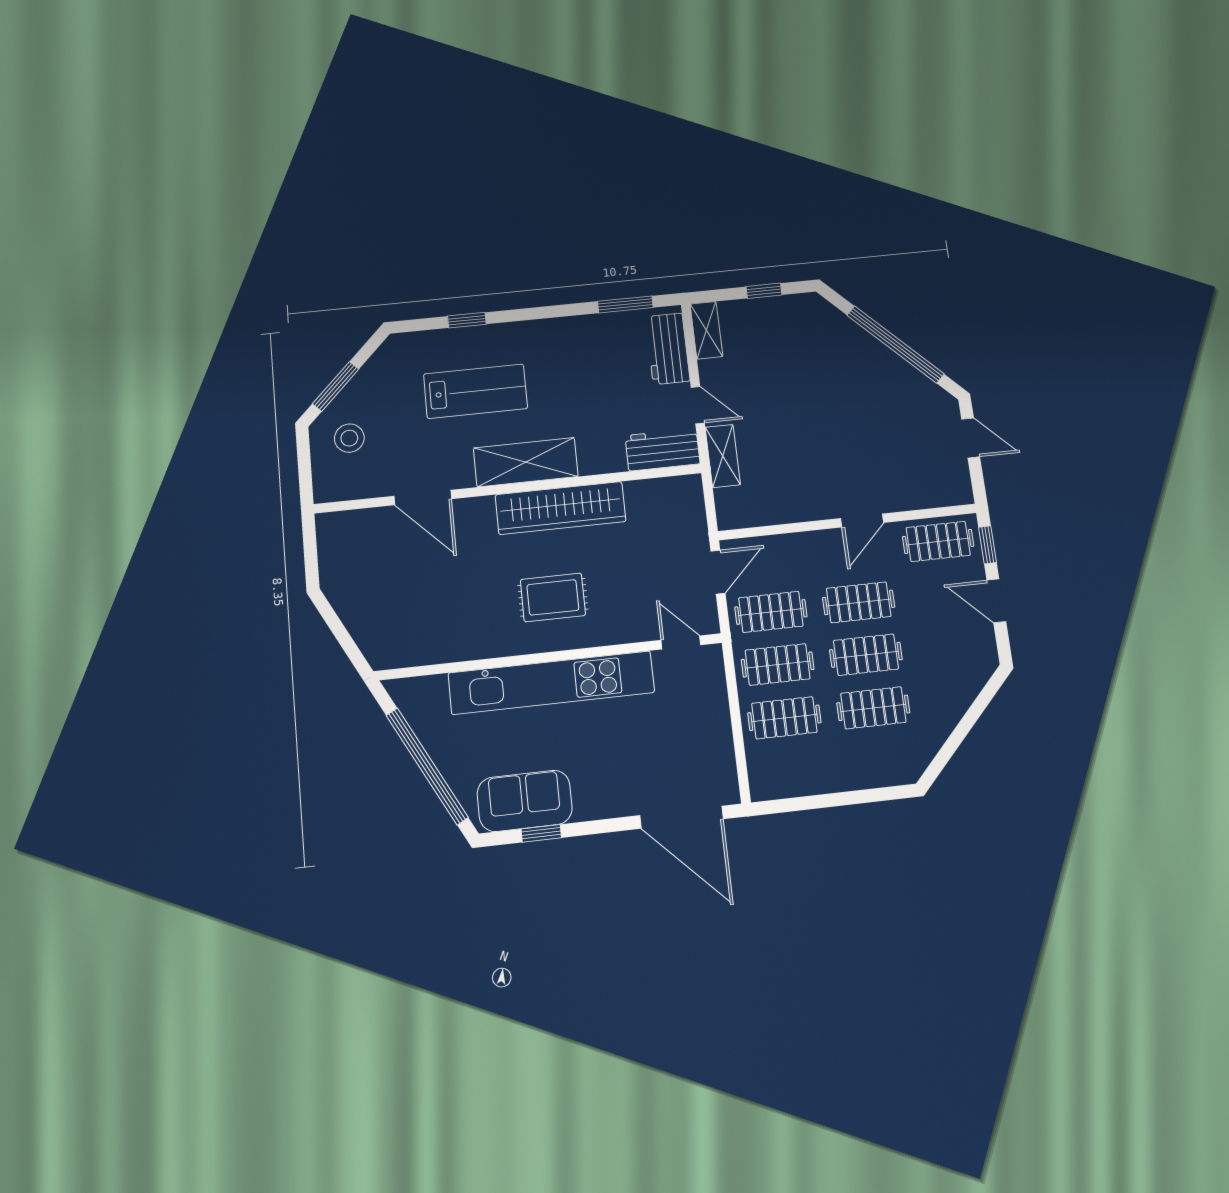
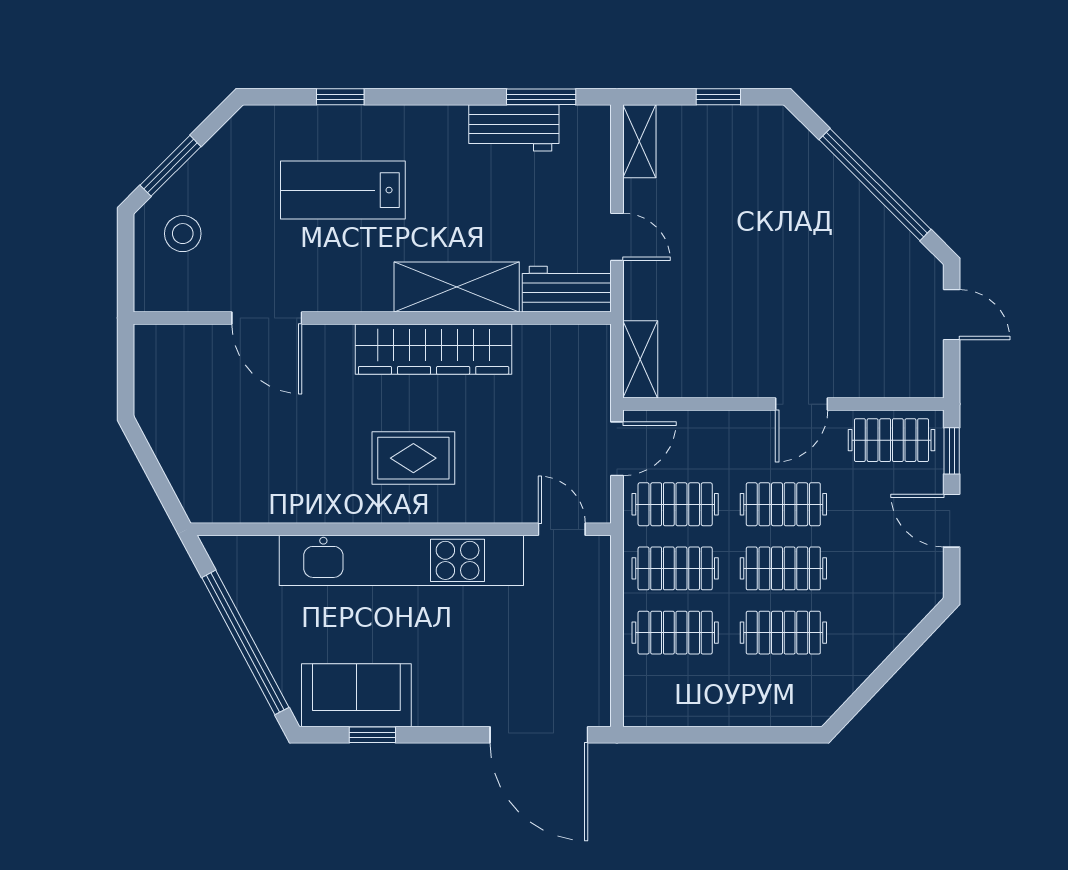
workbench: (668, 349) -> (514, 128), moved, turned -90
lab bench: (475, 391) -> (343, 190), turned 180
shelving: (723, 456) -> (640, 359), moved
shelving: (526, 462) -> (457, 287), moved

